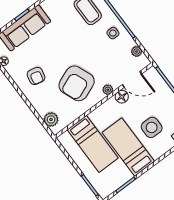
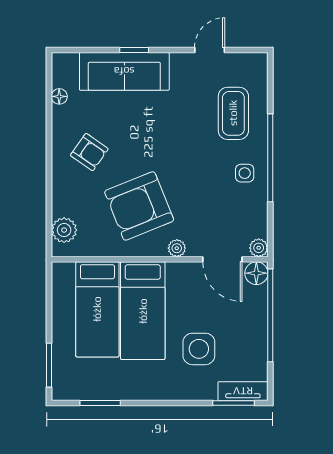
plant: (137, 51) -> (259, 248), moved
armchair: (36, 76) -> (89, 152), turned -68
floor lamp: (122, 97) -> (256, 273), moved
bed: (128, 147) -> (143, 311), moved, turned 180

